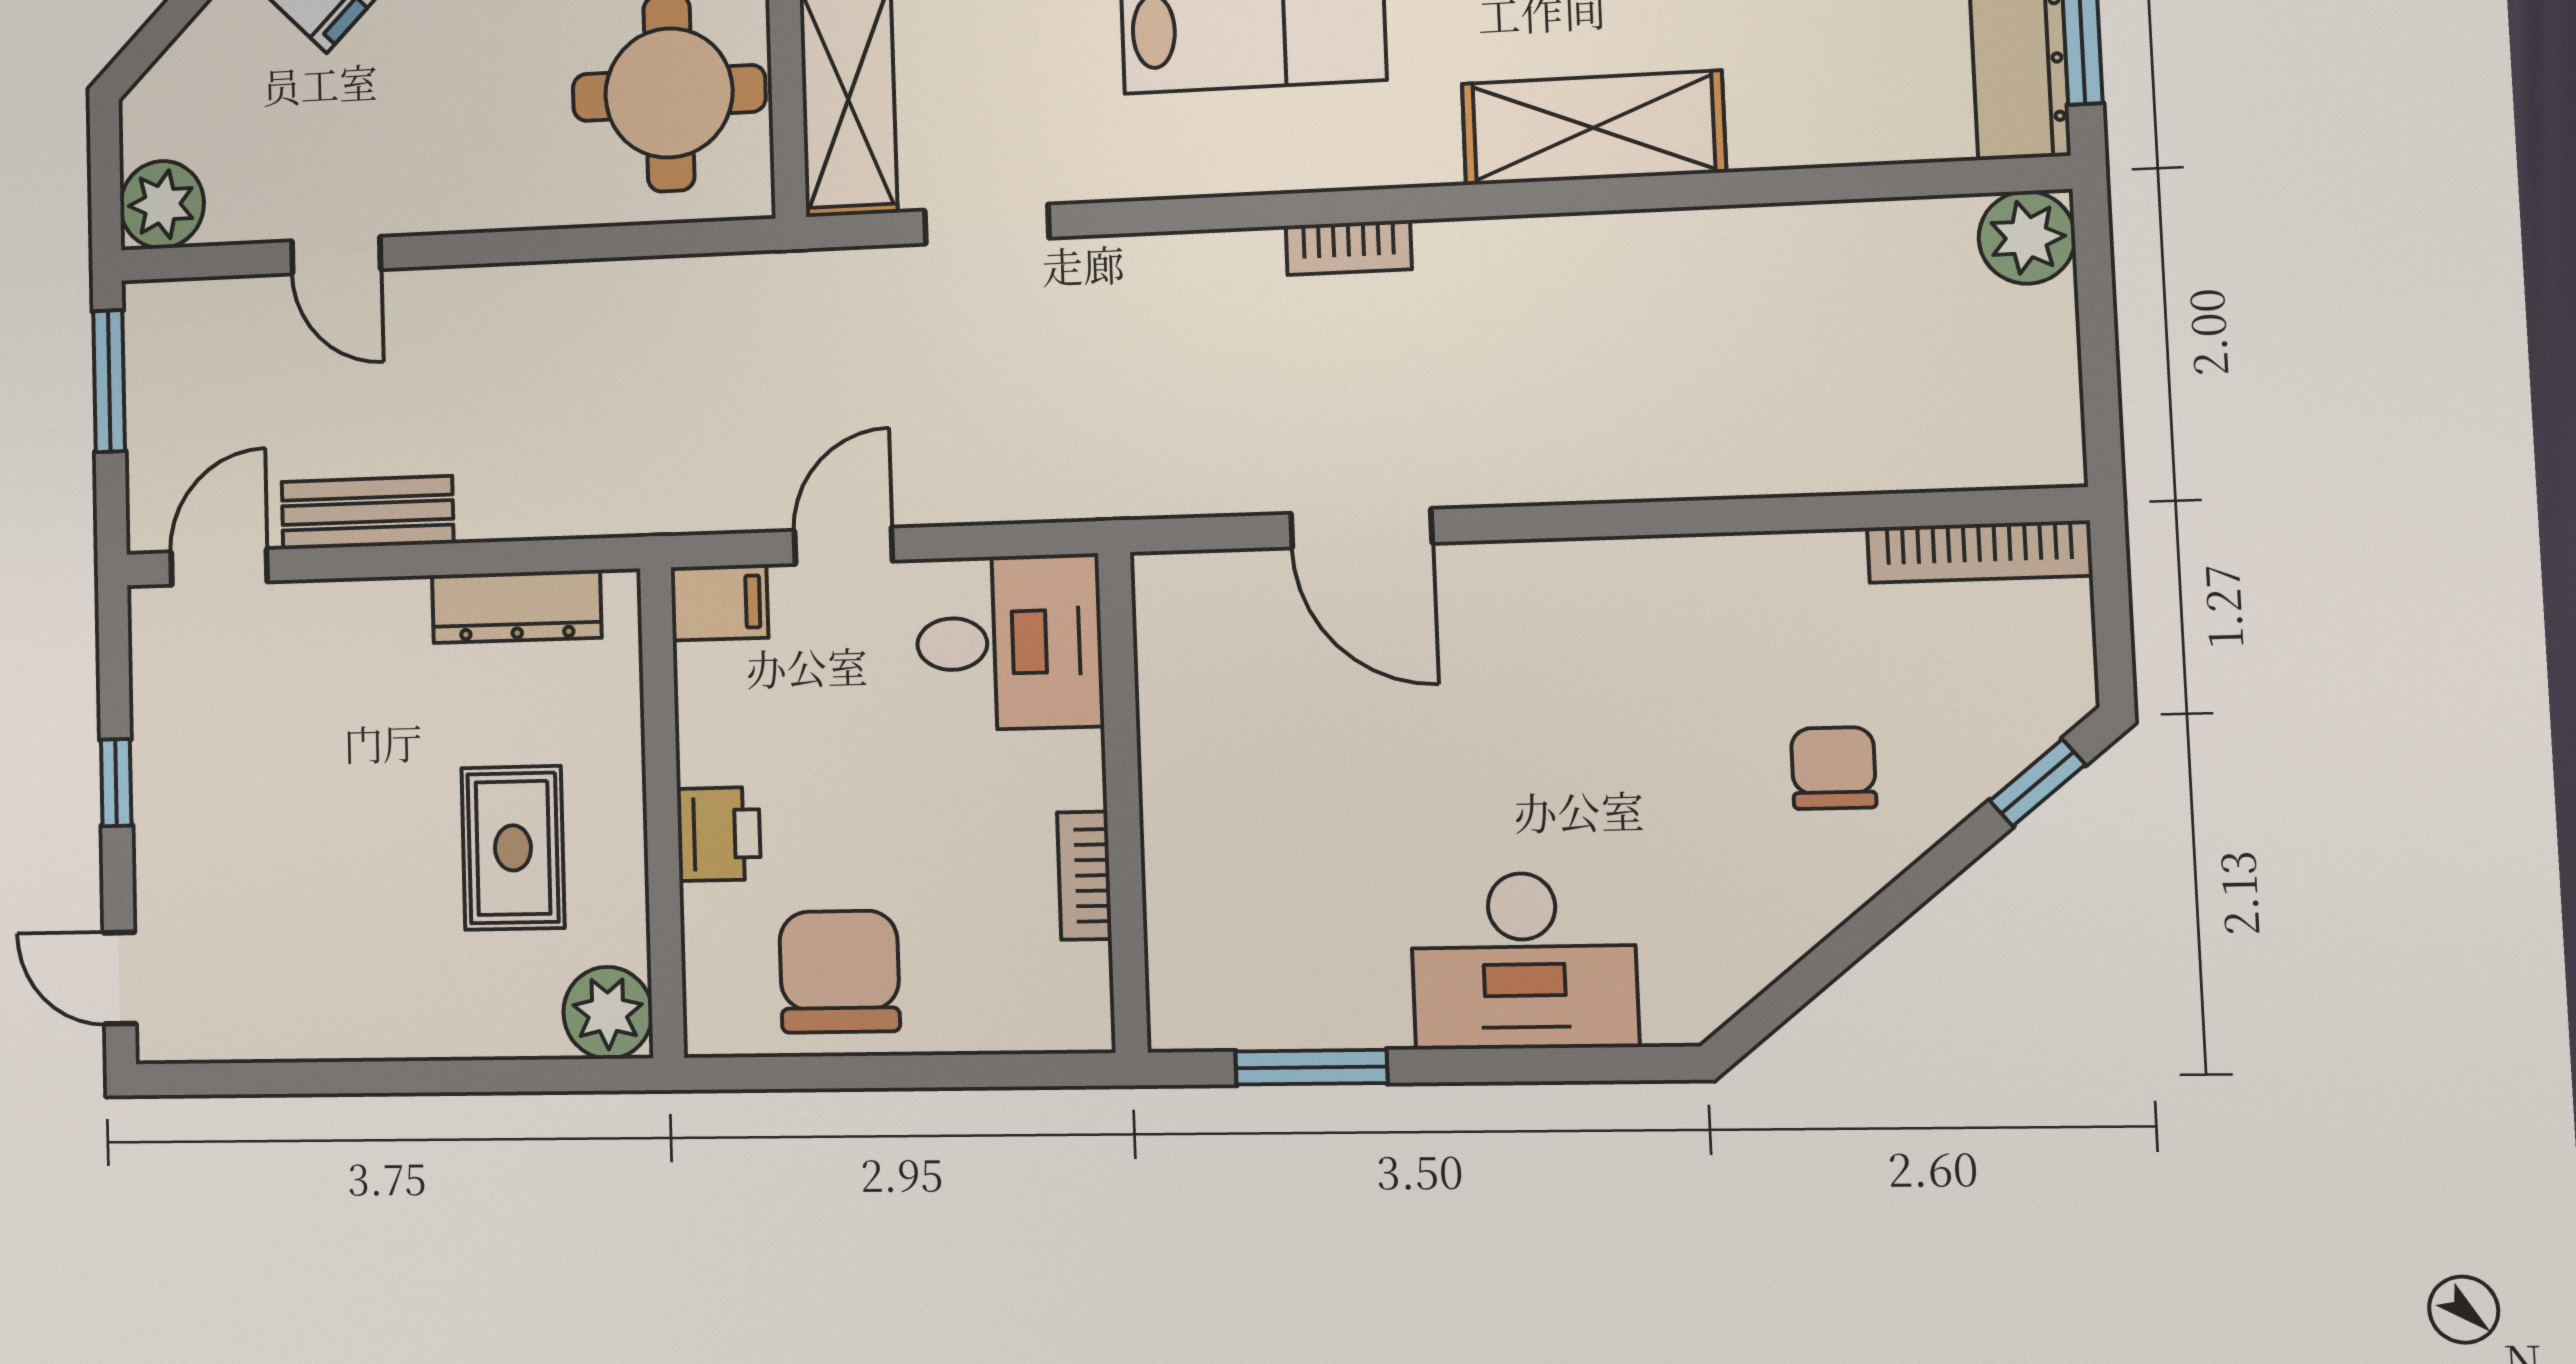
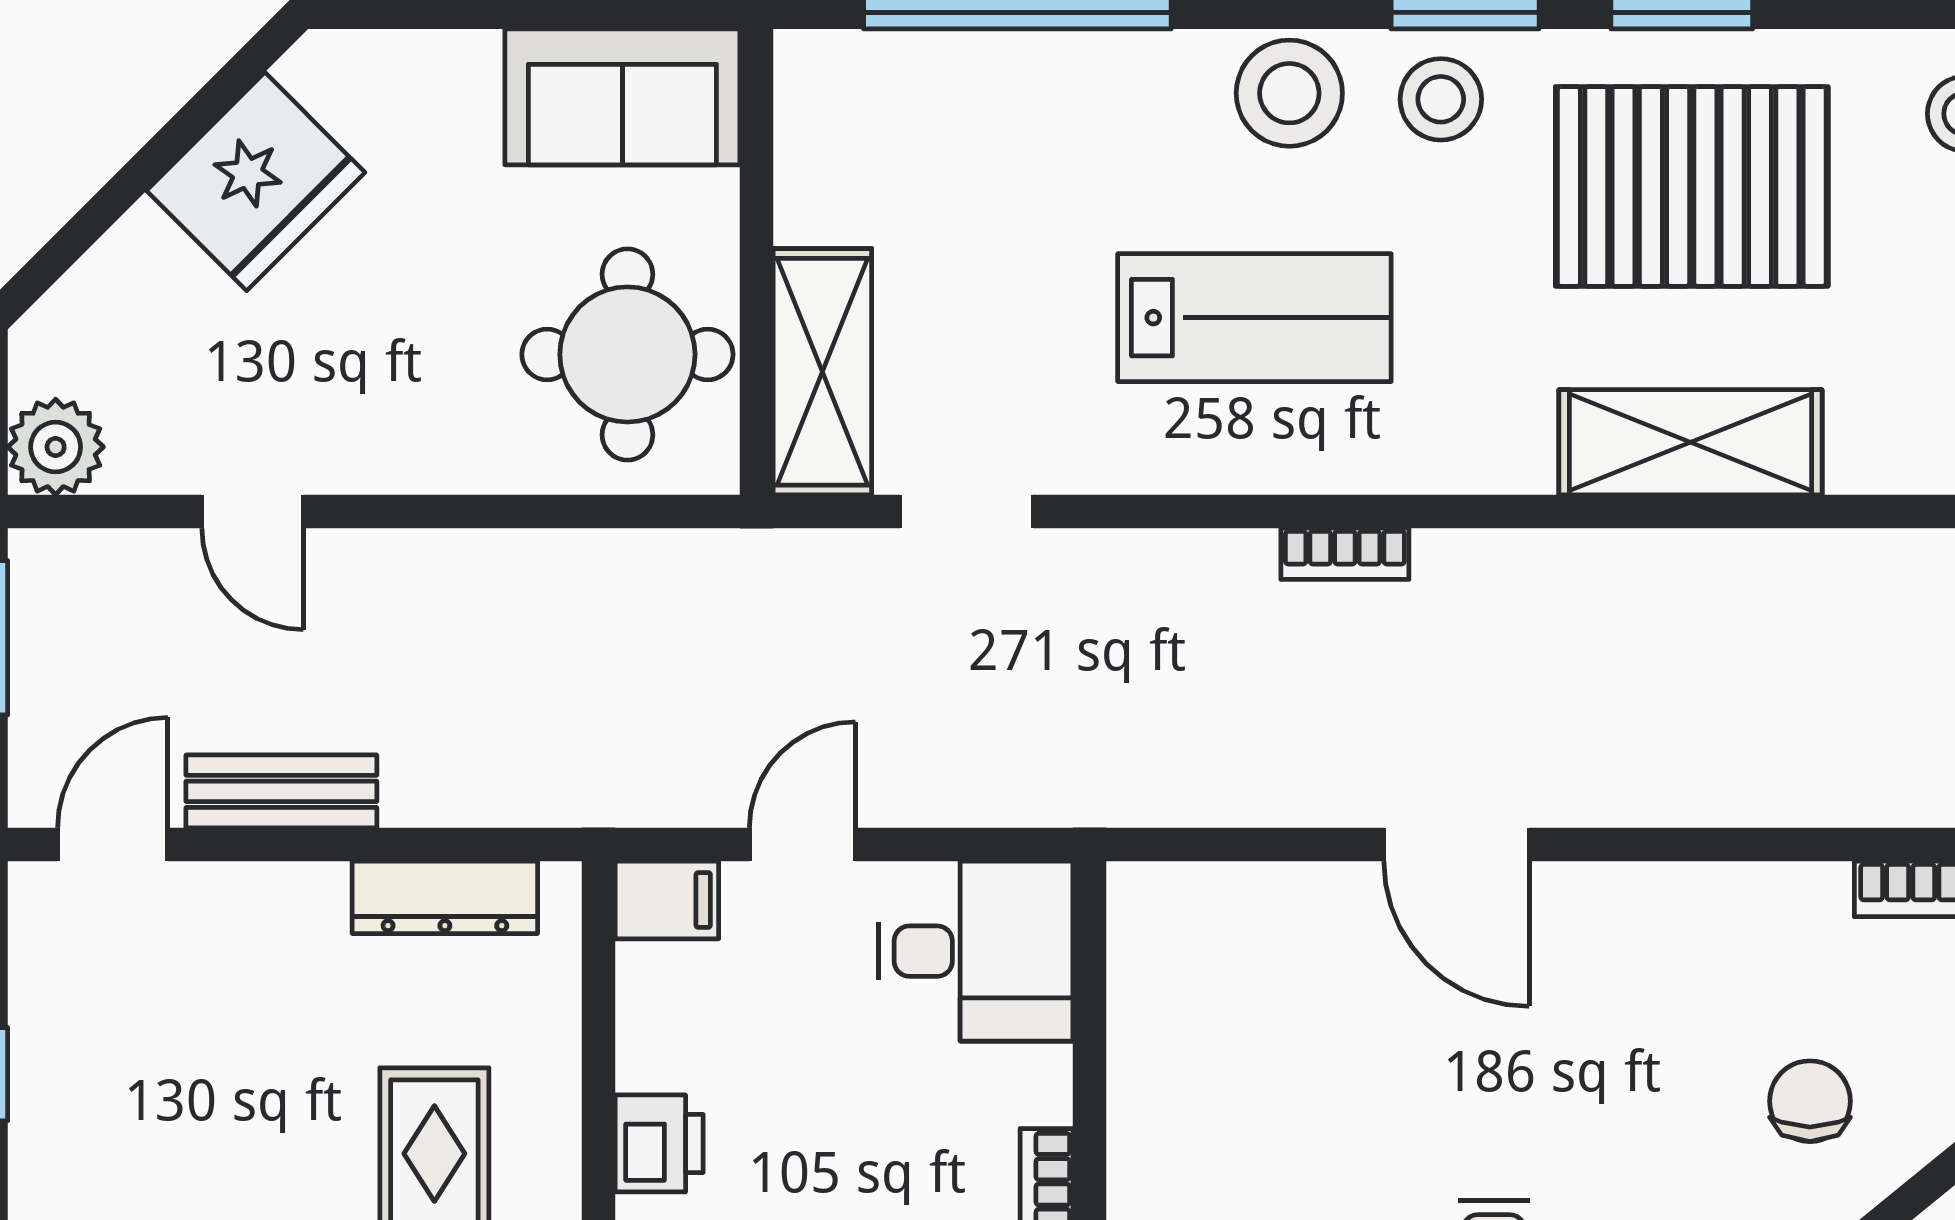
shelving: (1593, 128) -> (1690, 442), moved
door: (1361, 528) -> (1456, 844), moved

